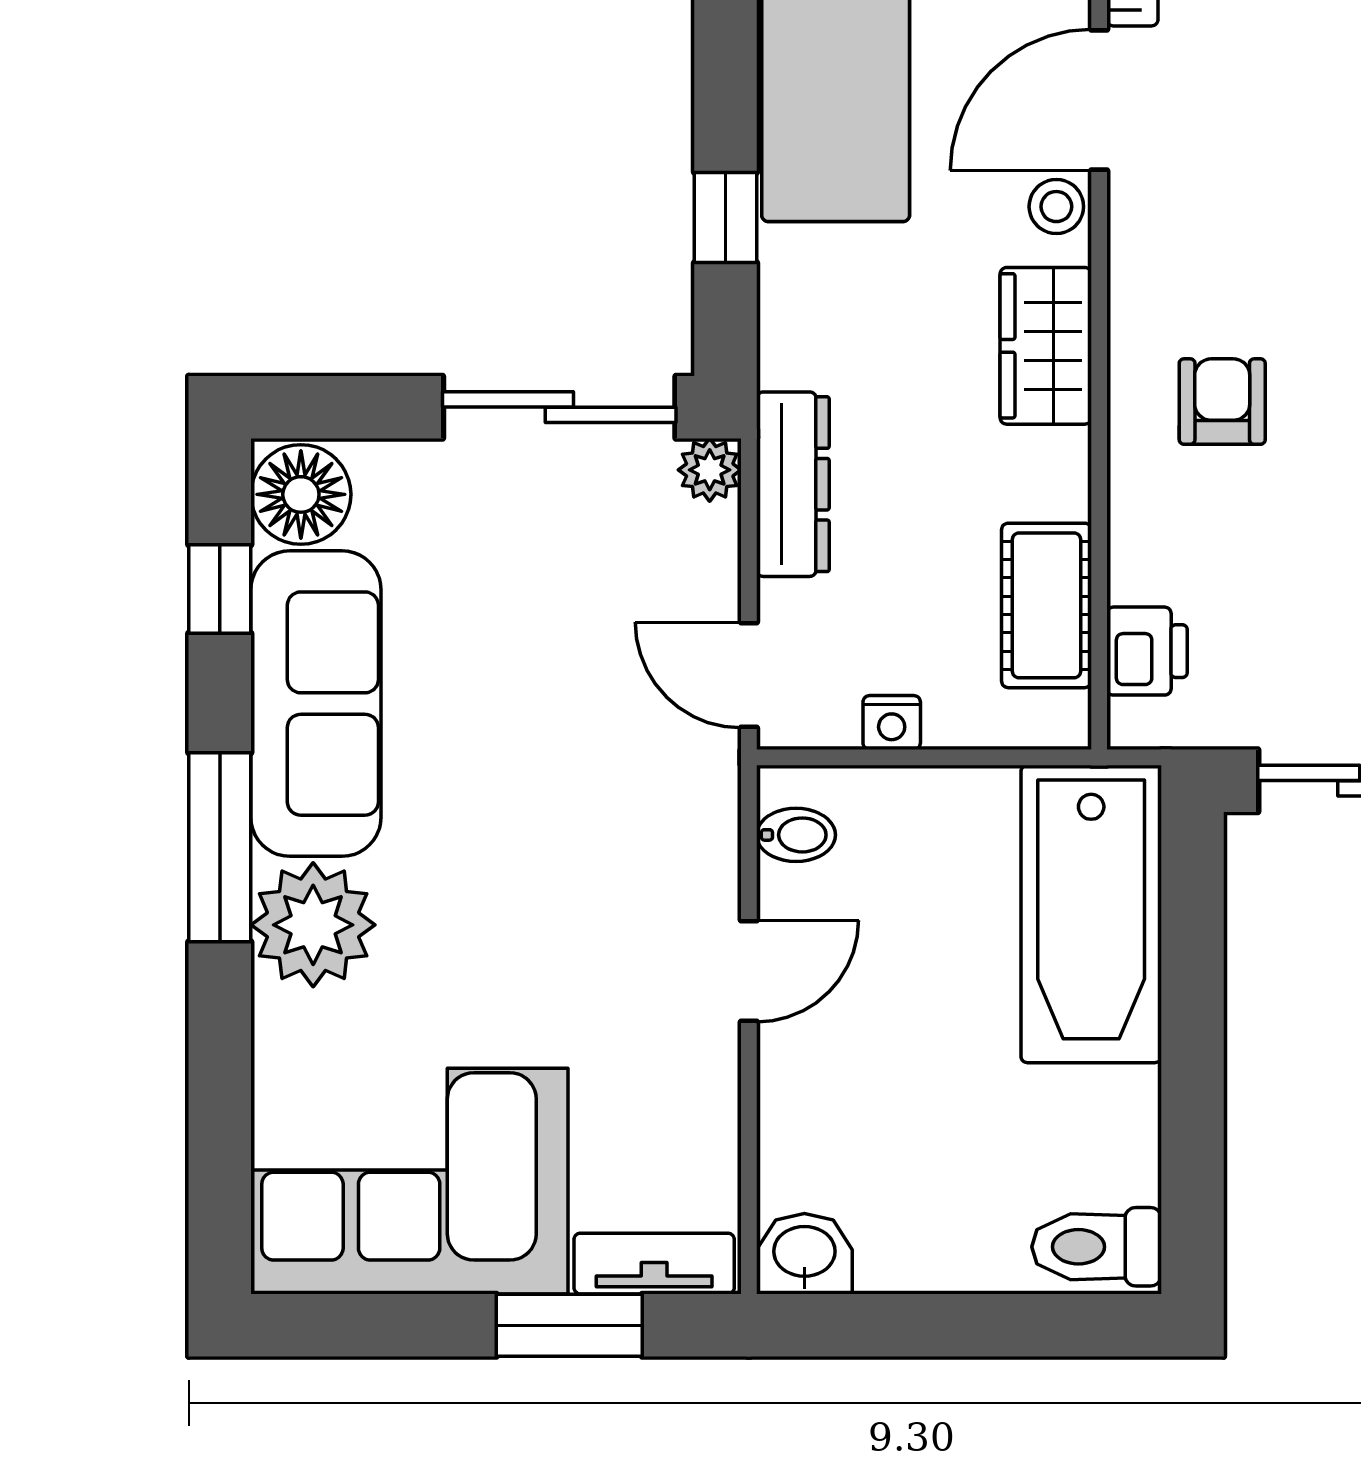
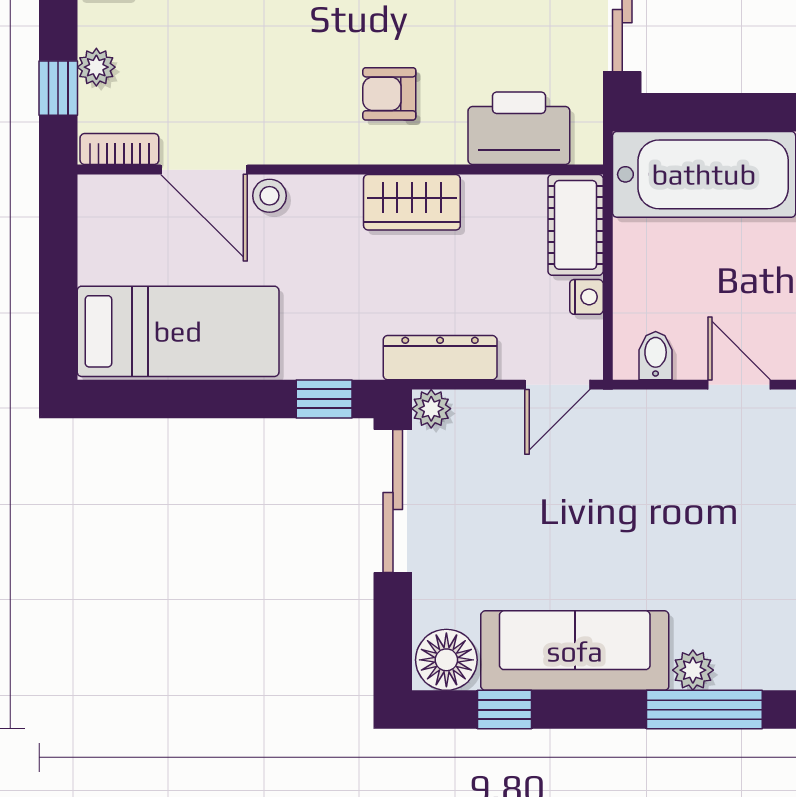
window: (726, 218) -> (324, 399), moved
wardrobe: (1046, 346) -> (412, 202), moved
cot: (1046, 605) -> (576, 225), moved, turned 90
printer: (1147, 651) -> (519, 128), width x1.87, depth x1.48
window: (220, 847) -> (704, 710), moved
plant: (313, 925) -> (693, 670), width x0.53, depth x0.53

